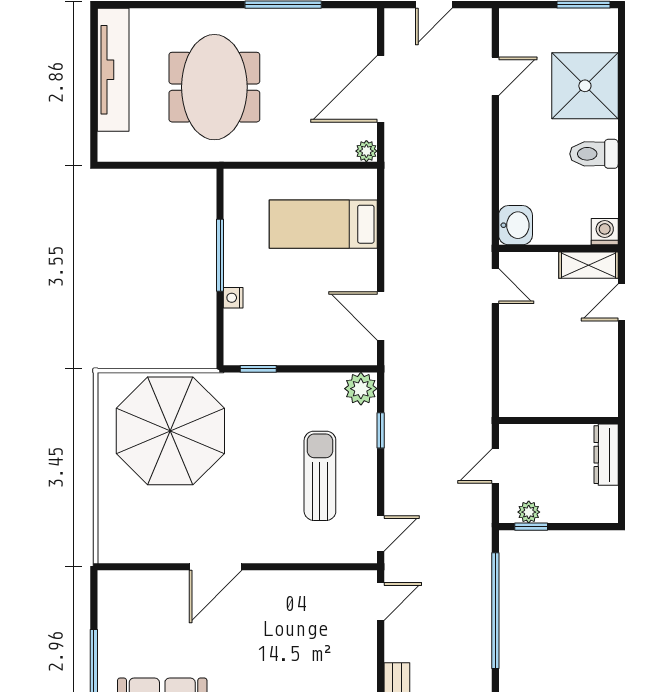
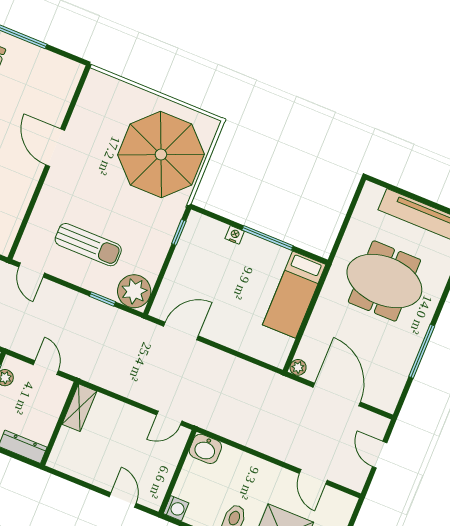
bed: (323, 224) -> (294, 295), moved, turned 180
shelving: (588, 265) -> (79, 408), moved
plant: (361, 389) -> (134, 291), width x1.36, depth x1.36

